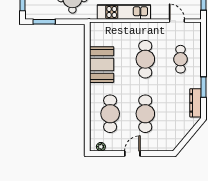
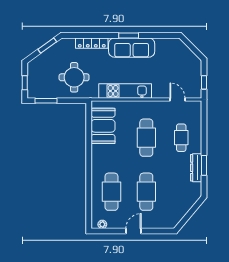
booth: (102, 65) -> (103, 126), moved
dresser: (196, 103) -> (196, 168), moved

